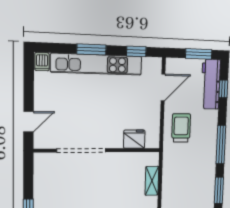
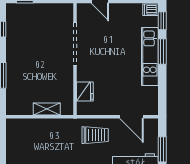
window: (136, 51) -> (162, 21), moved
kitchen unit: (97, 64) -> (150, 56), width x0.73

